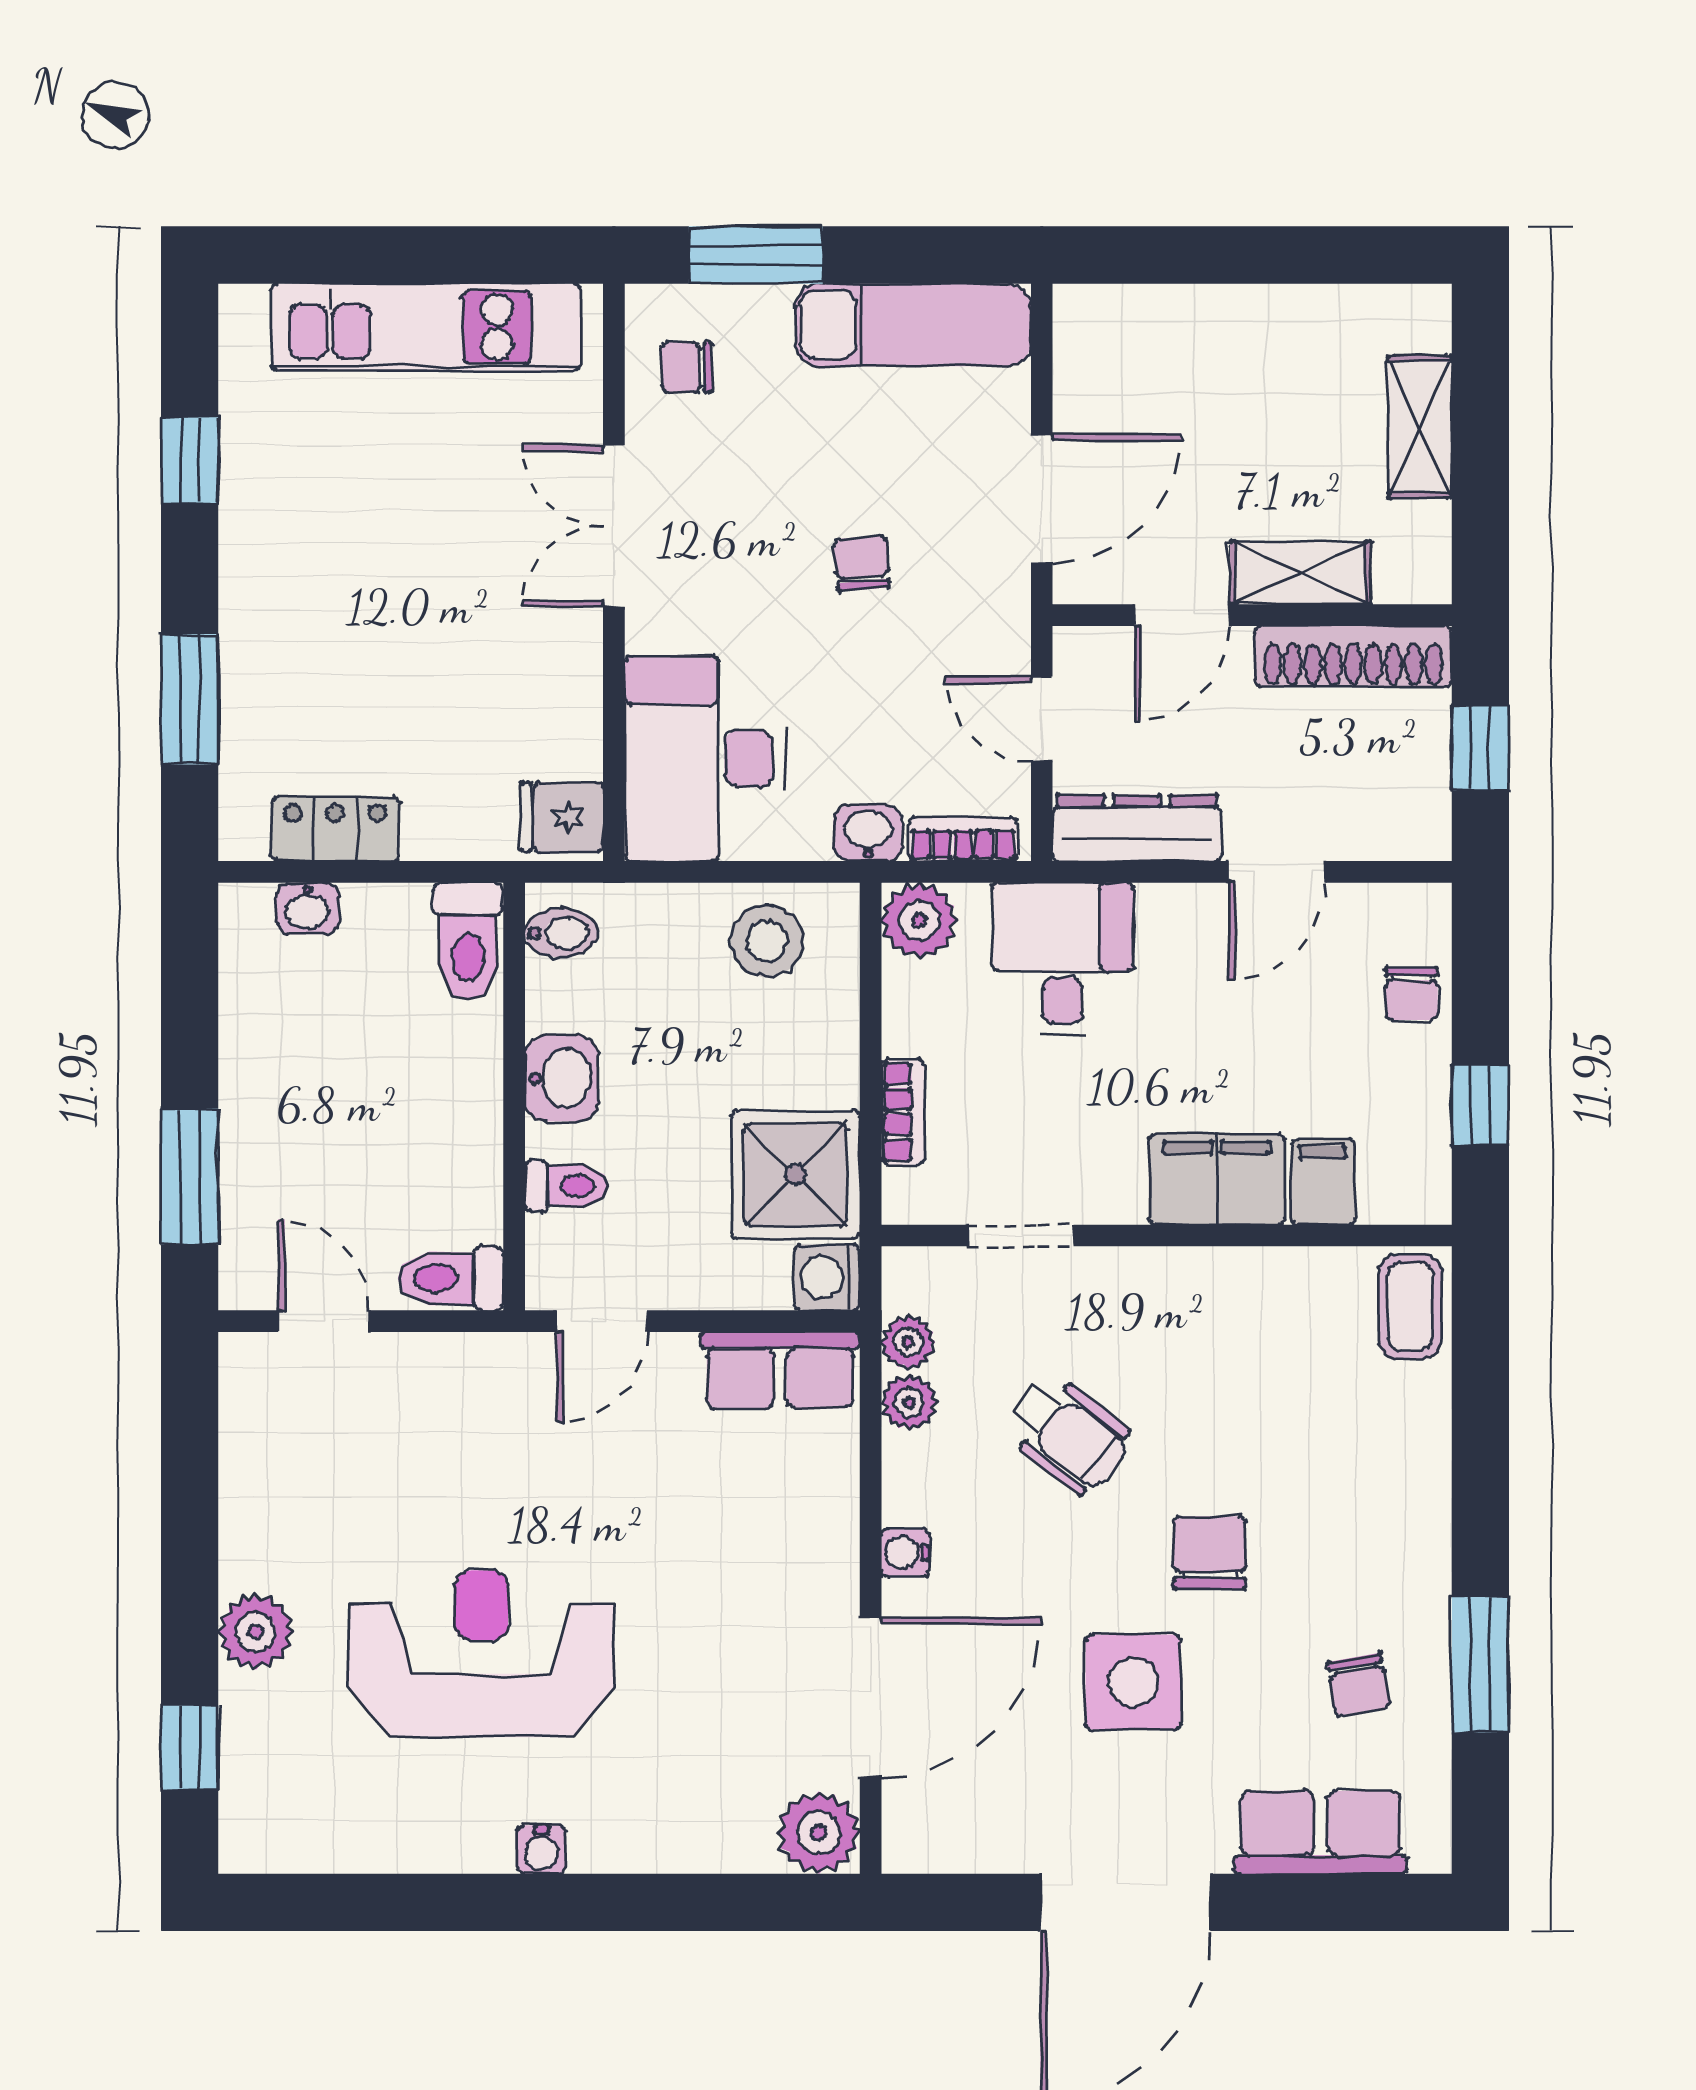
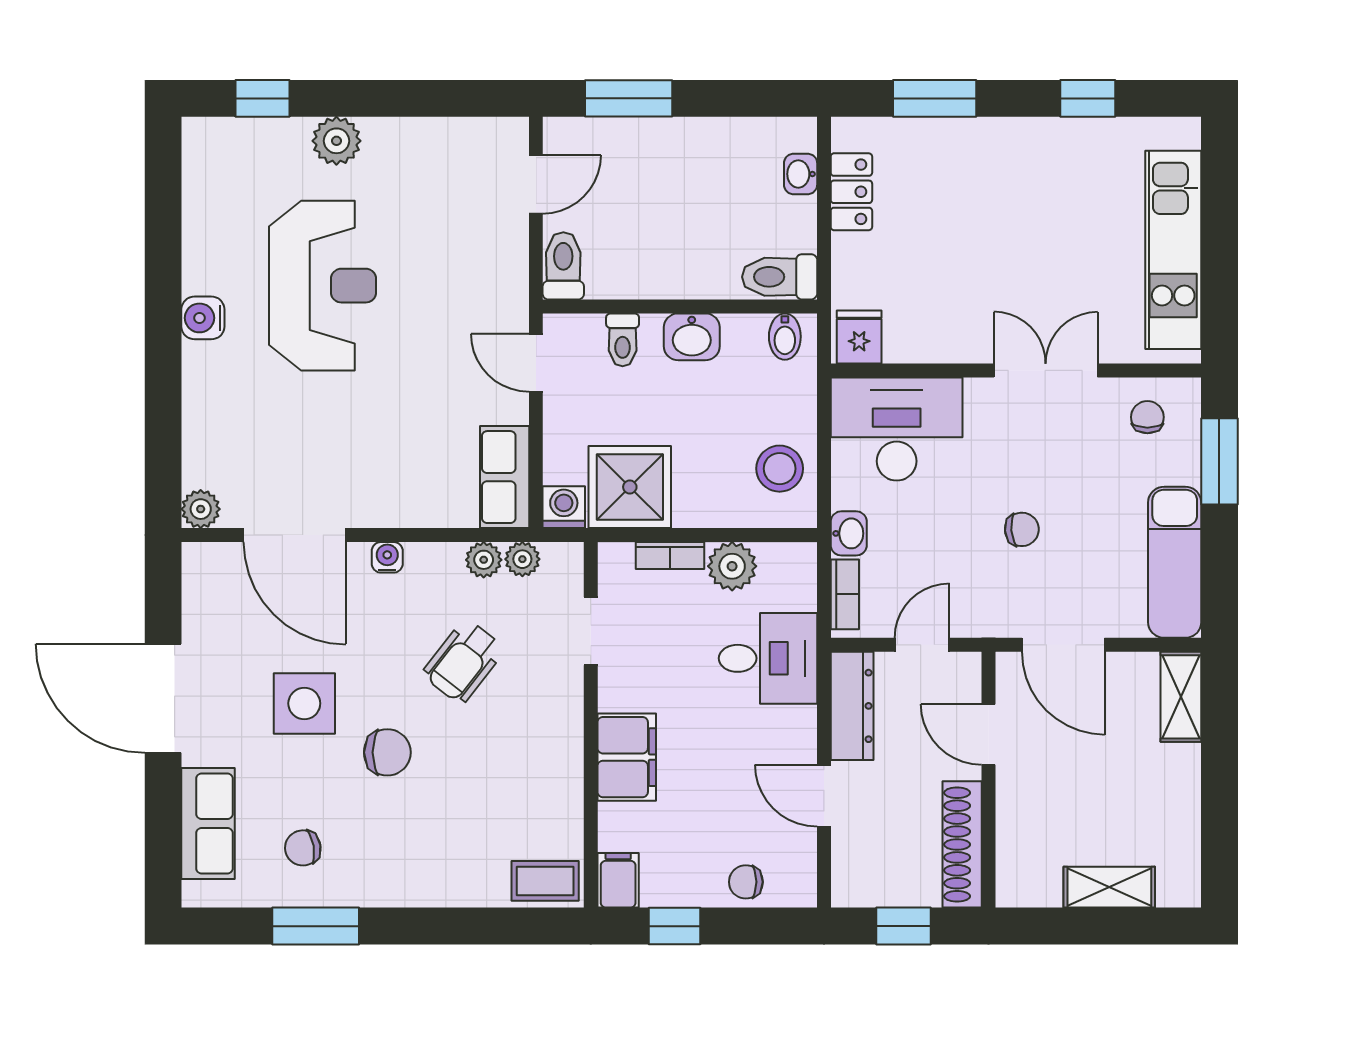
shelving: (1301, 573) -> (1181, 697), moved
plant: (919, 920) -> (732, 566), moved
filing cabinet: (1323, 1182) -> (618, 880), moved, turned -90
plant: (819, 1833) -> (201, 509), width x0.73, depth x0.73
water cooler: (541, 1850) -> (203, 318), width x1.38, depth x1.38

